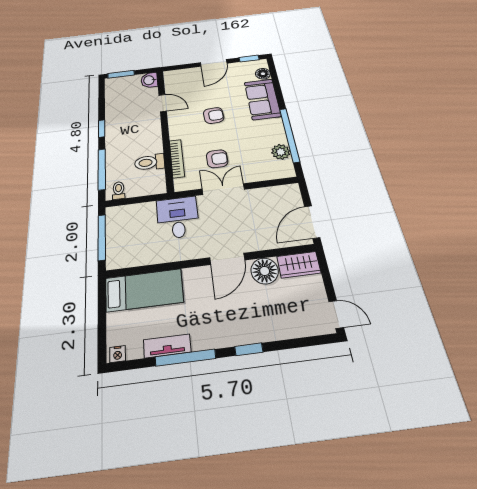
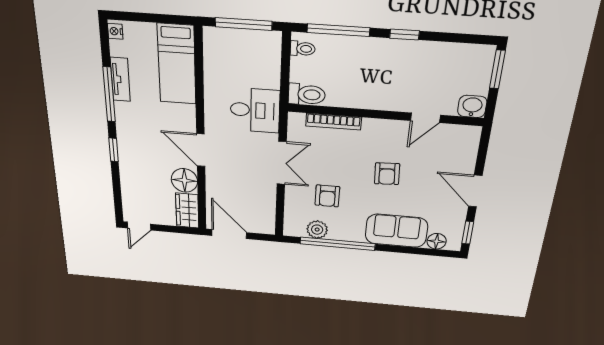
armchair: (217, 159) -> (327, 196), moved
toilet: (150, 162) -> (307, 94), moved, turned 90

